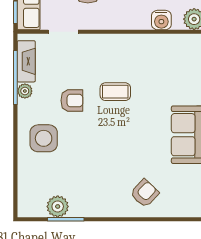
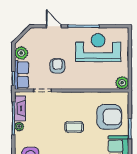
water cooler: (161, 20) -> (102, 83), removed
armchair: (72, 100) -> (109, 117), moved, width x1.88, depth x1.88

